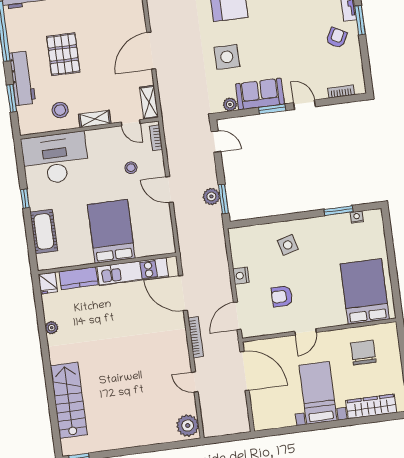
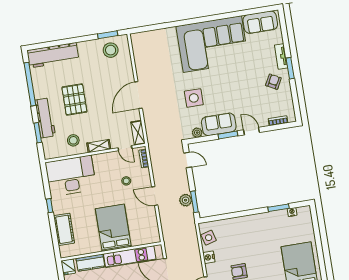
side table: (288, 245) -> (209, 238), moved

